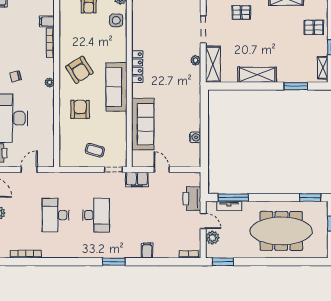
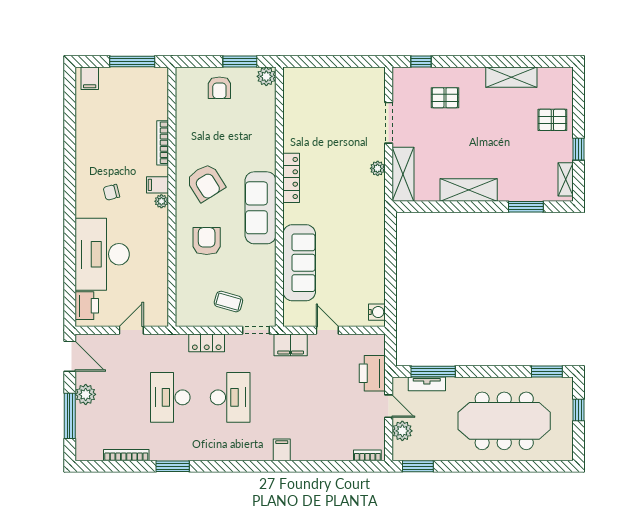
side table: (116, 20) -> (260, 109), removed
filing cabinet: (47, 21) -> (157, 185), moved
water cooler: (195, 137) -> (377, 312), moved
locker: (80, 178) -> (207, 343), added
filing cabinet: (147, 251) -> (282, 450), moved
window: (114, 262) -> (173, 466), moved

